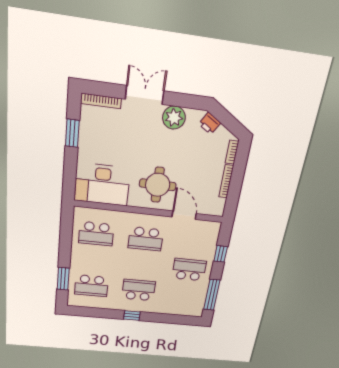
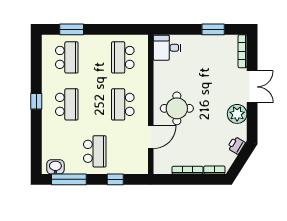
desk: (102, 185) -> (167, 48), width x0.53, depth x0.77
school desk: (91, 286) -> (67, 57), turned 180
washbasin: (197, 305) -> (55, 167), added

